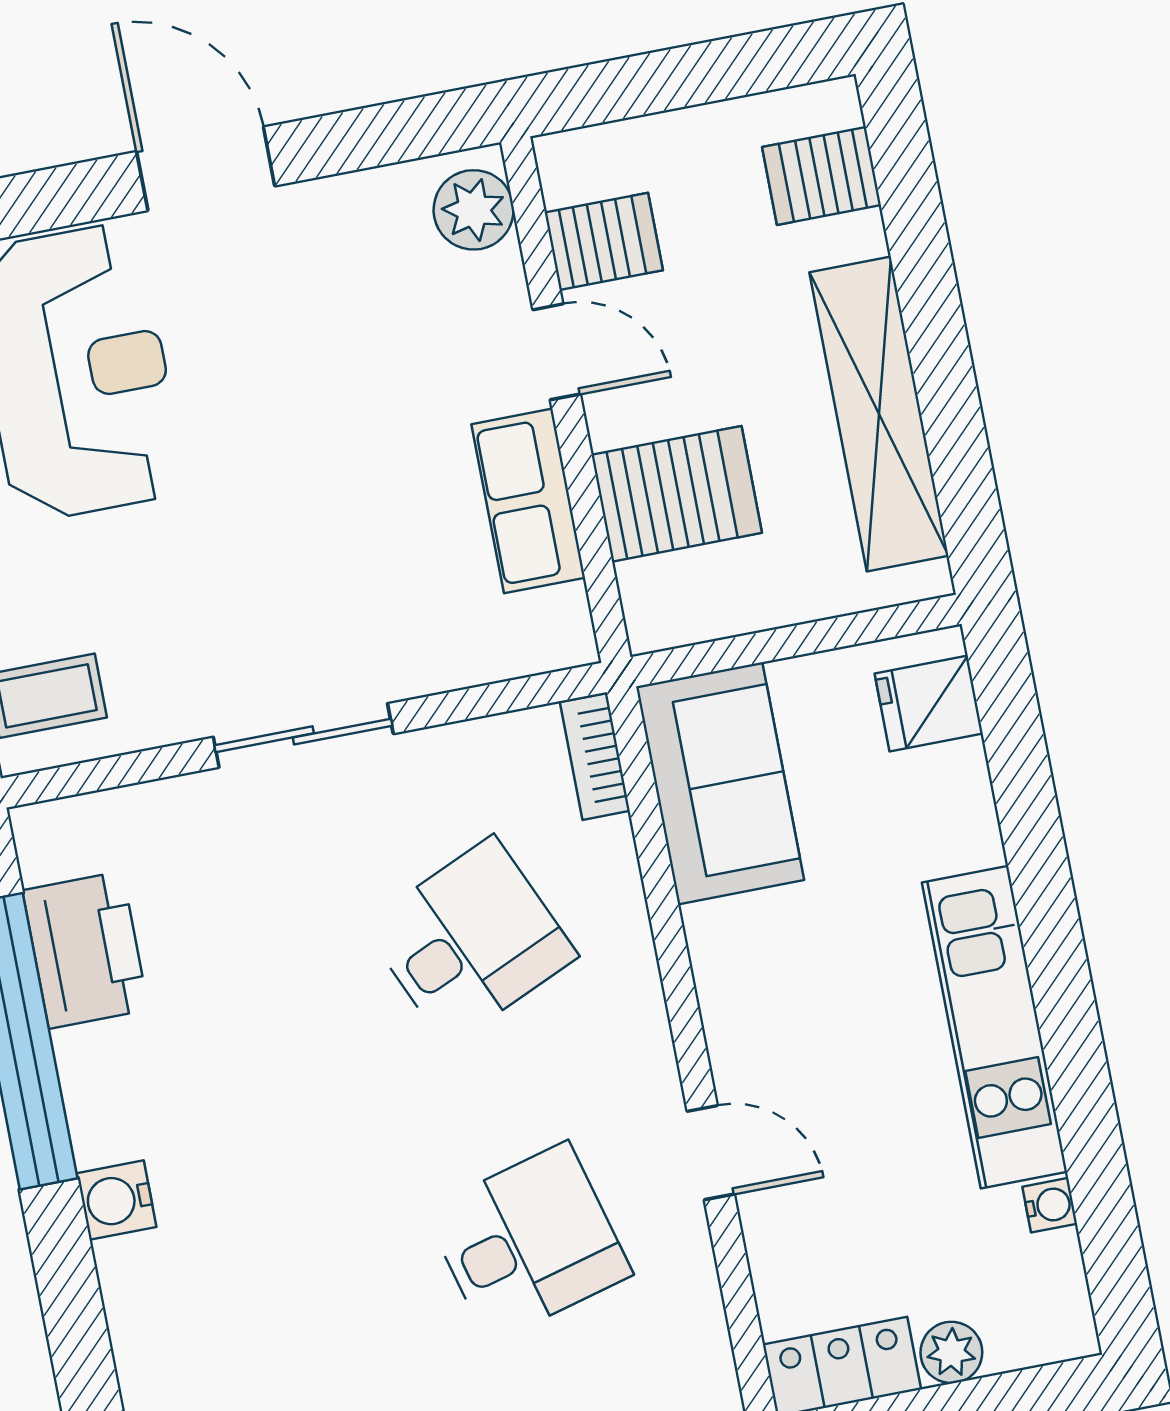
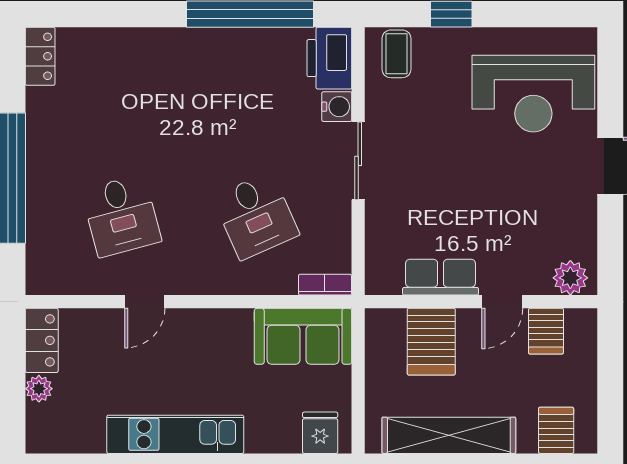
printer: (86, 950) -> (329, 58), moved, turned 90
water cooler: (117, 1200) -> (337, 107), moved, turned 90
water cooler: (1050, 1205) -> (94, 443), removed

